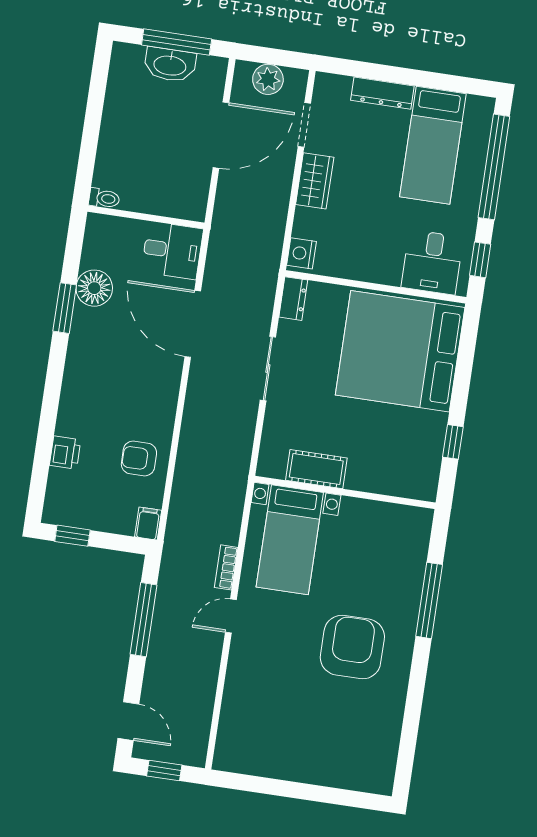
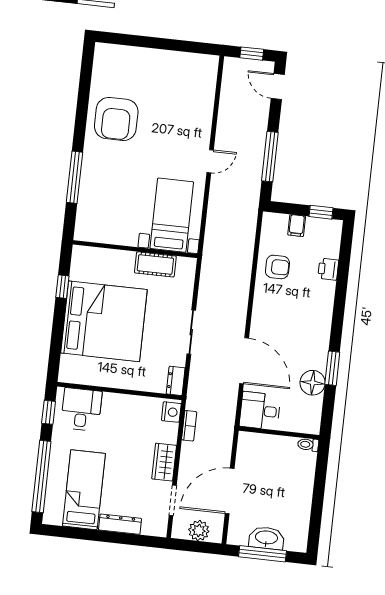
bed: (400, 351) -> (104, 321), moved
filing cabinet: (148, 524) -> (297, 226), moved
bookcase: (226, 567) -> (189, 426), moved
armchair: (352, 647) -> (116, 119), moved

